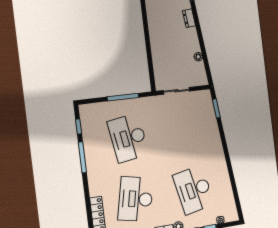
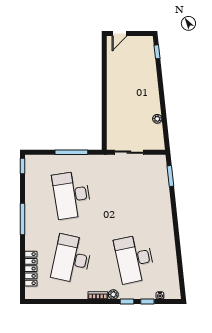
dresser: (189, 18) -> (152, 77), removed
window: (79, 127) -> (22, 166), moved
window: (82, 157) -> (22, 219), moved

